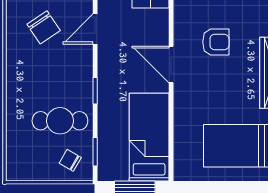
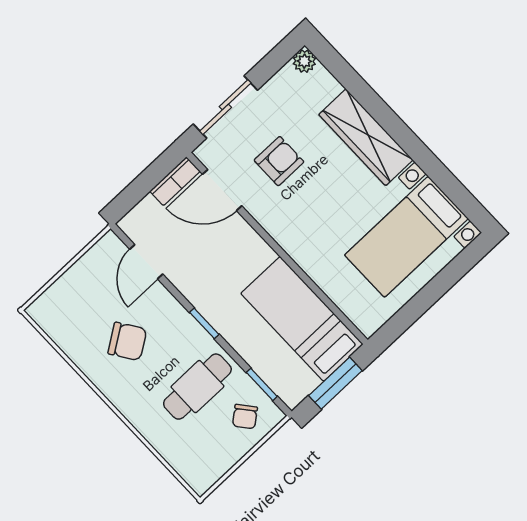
chair: (44, 27) -> (127, 341), moved
door: (171, 64) -> (222, 190), moved
chair: (70, 160) -> (245, 417), turned -69

